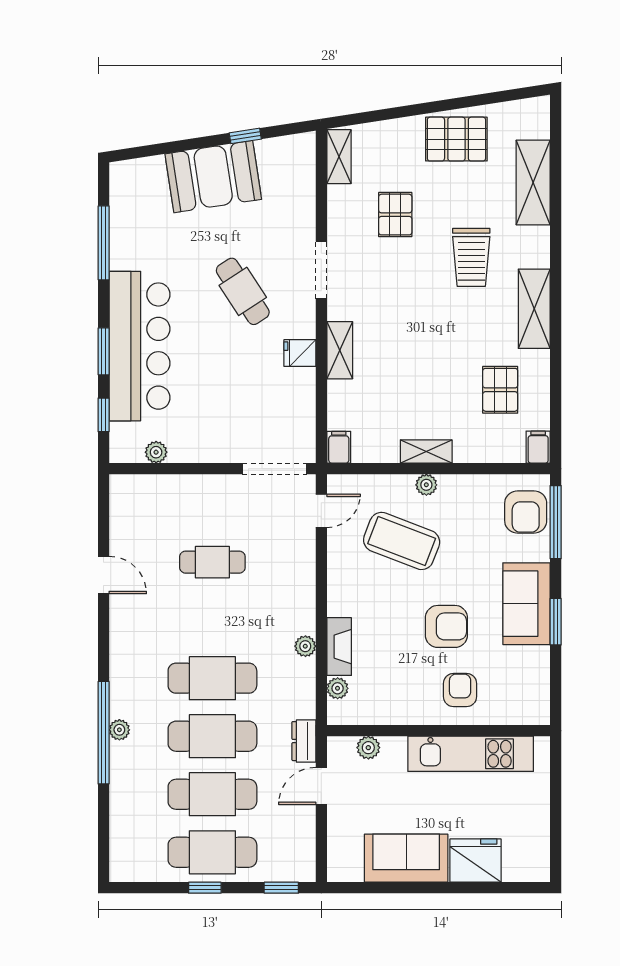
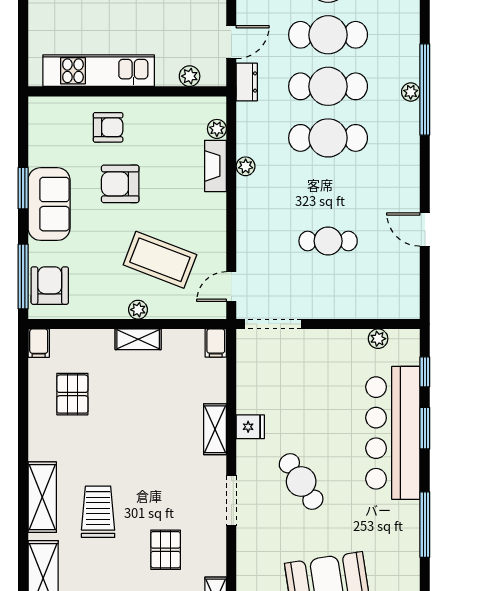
shelving: (534, 309) -> (42, 497), moved
armchair: (460, 690) -> (108, 127), turned -90

